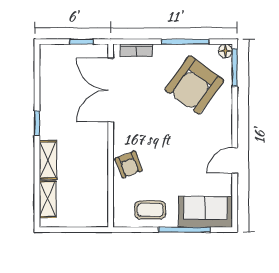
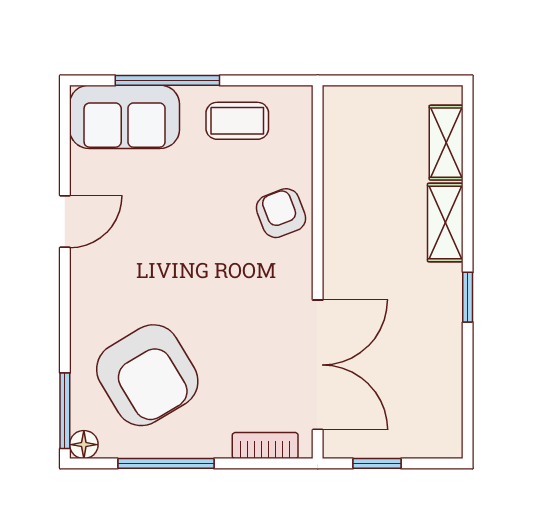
armchair: (194, 85) -> (147, 375), turned 113

